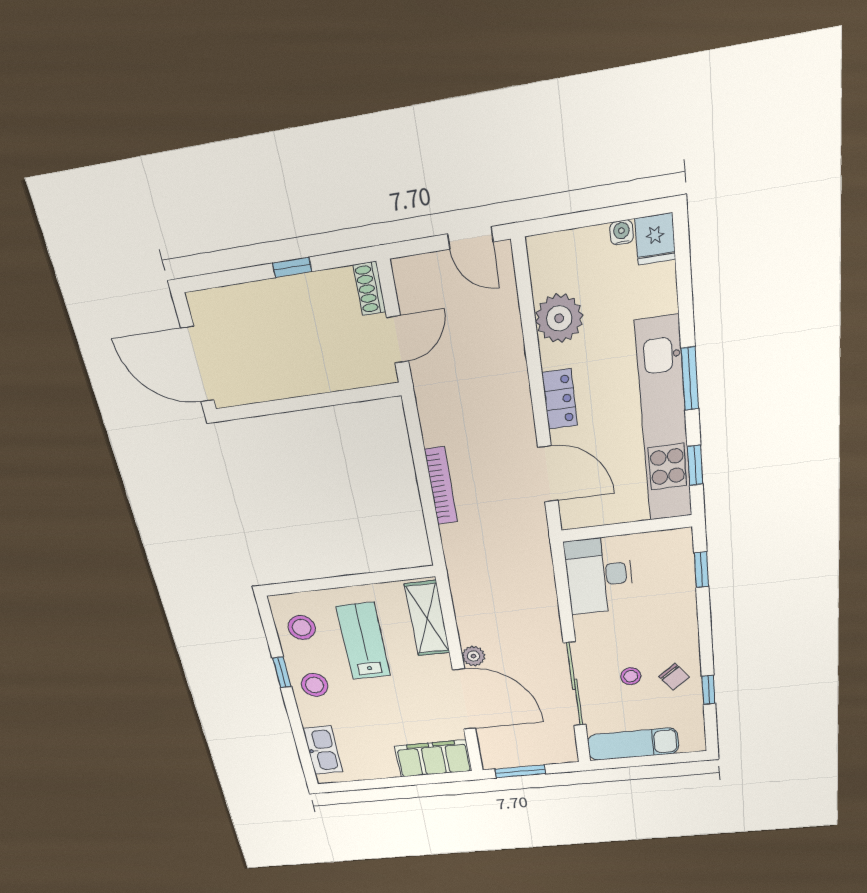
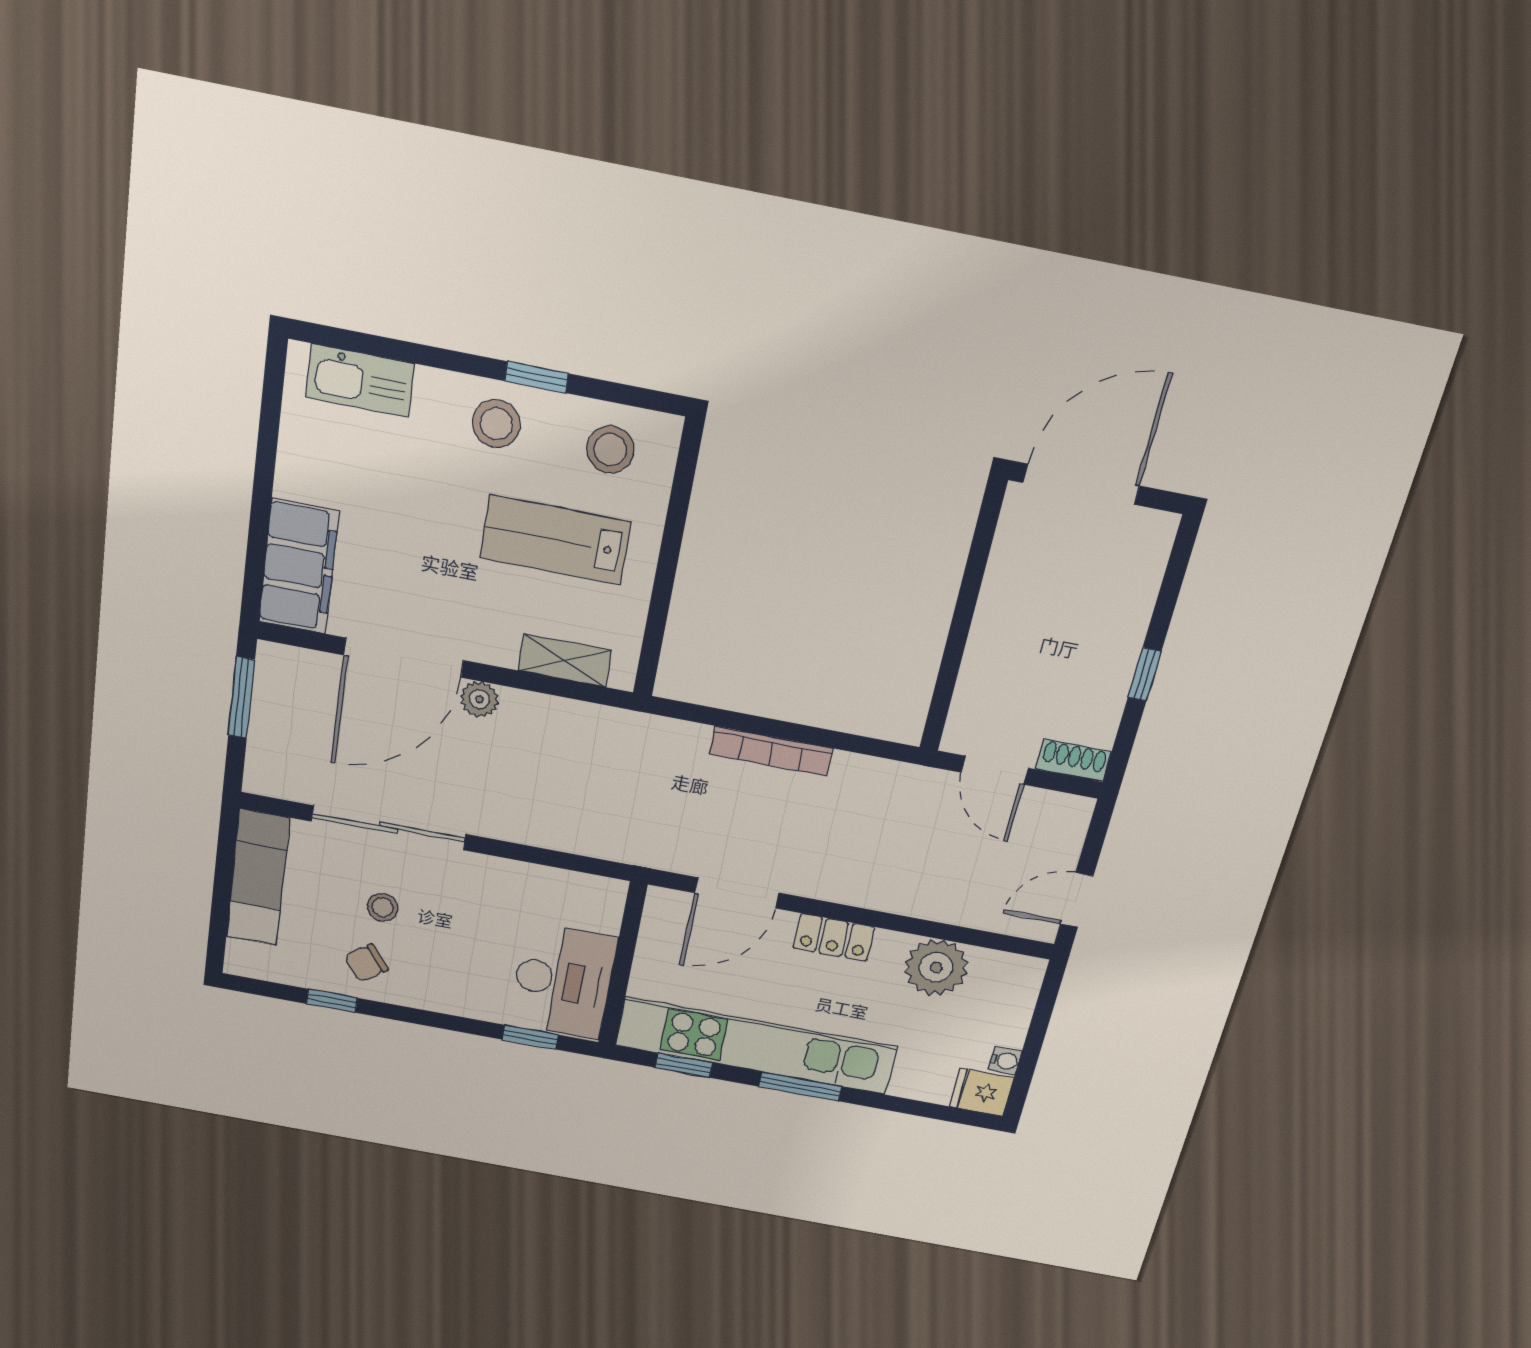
desk: (599, 575) -> (563, 981), moved, turned 90
shelving: (427, 619) -> (565, 660), width x0.67, depth x0.75
lab bench: (363, 641) -> (555, 540), turned 180

